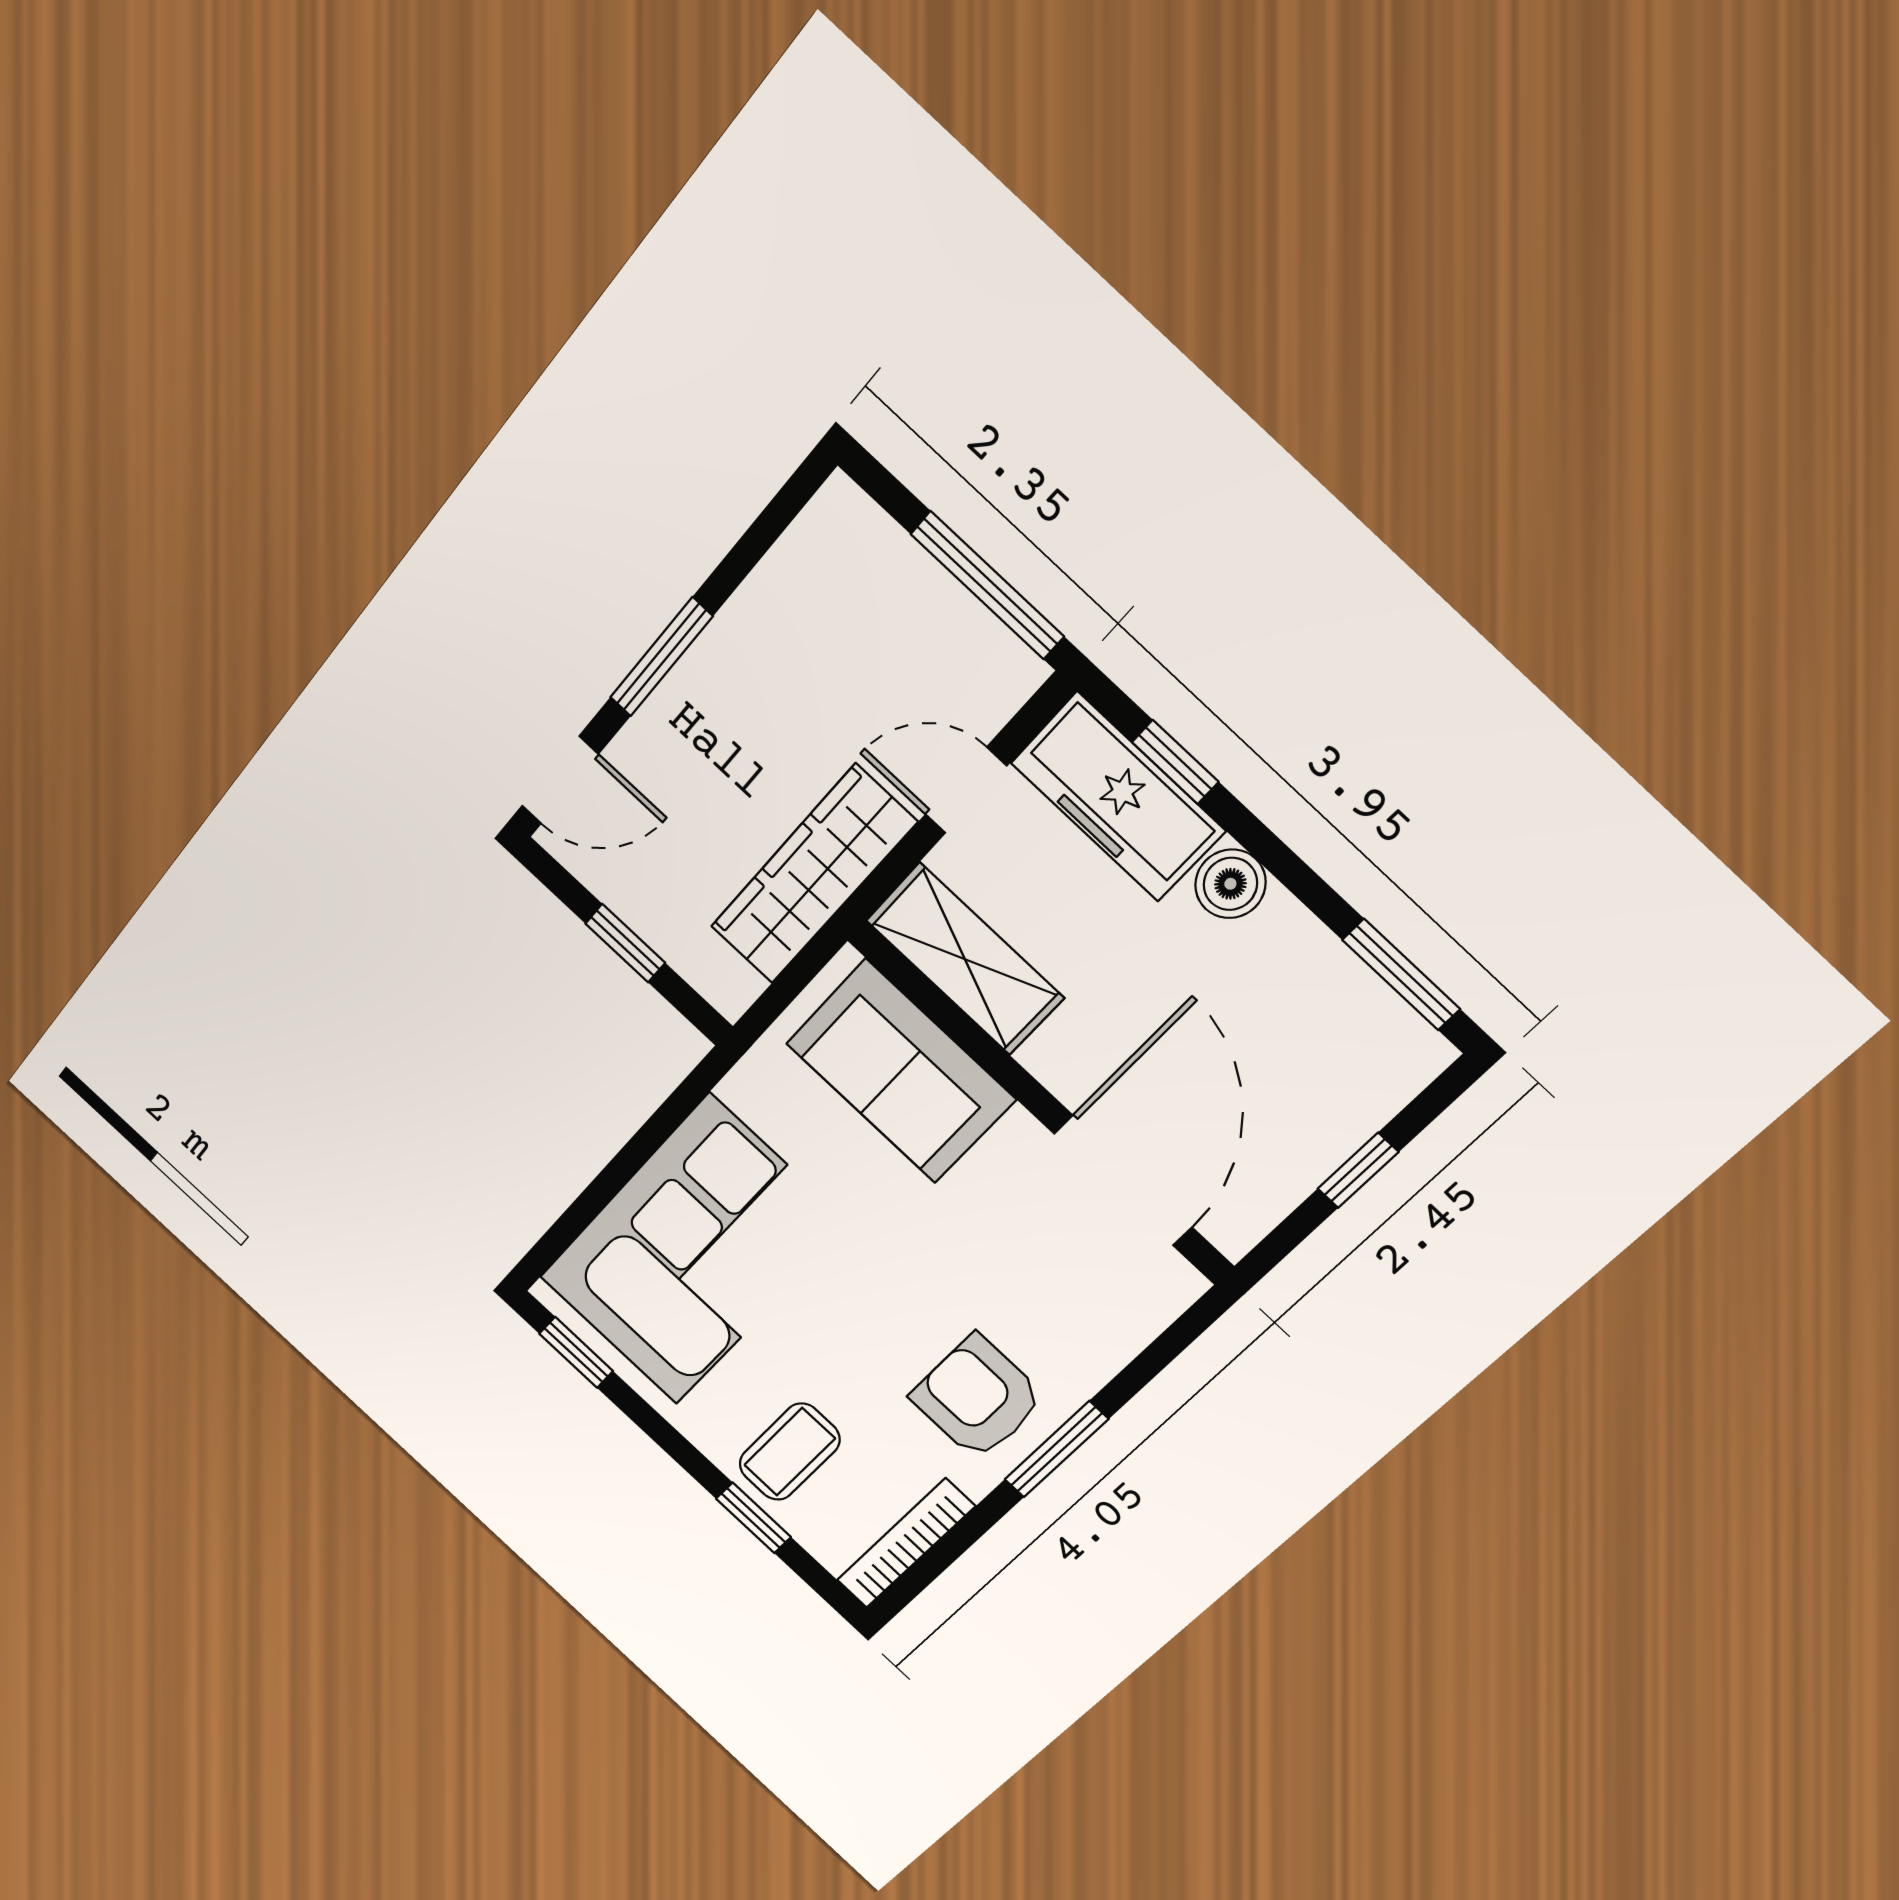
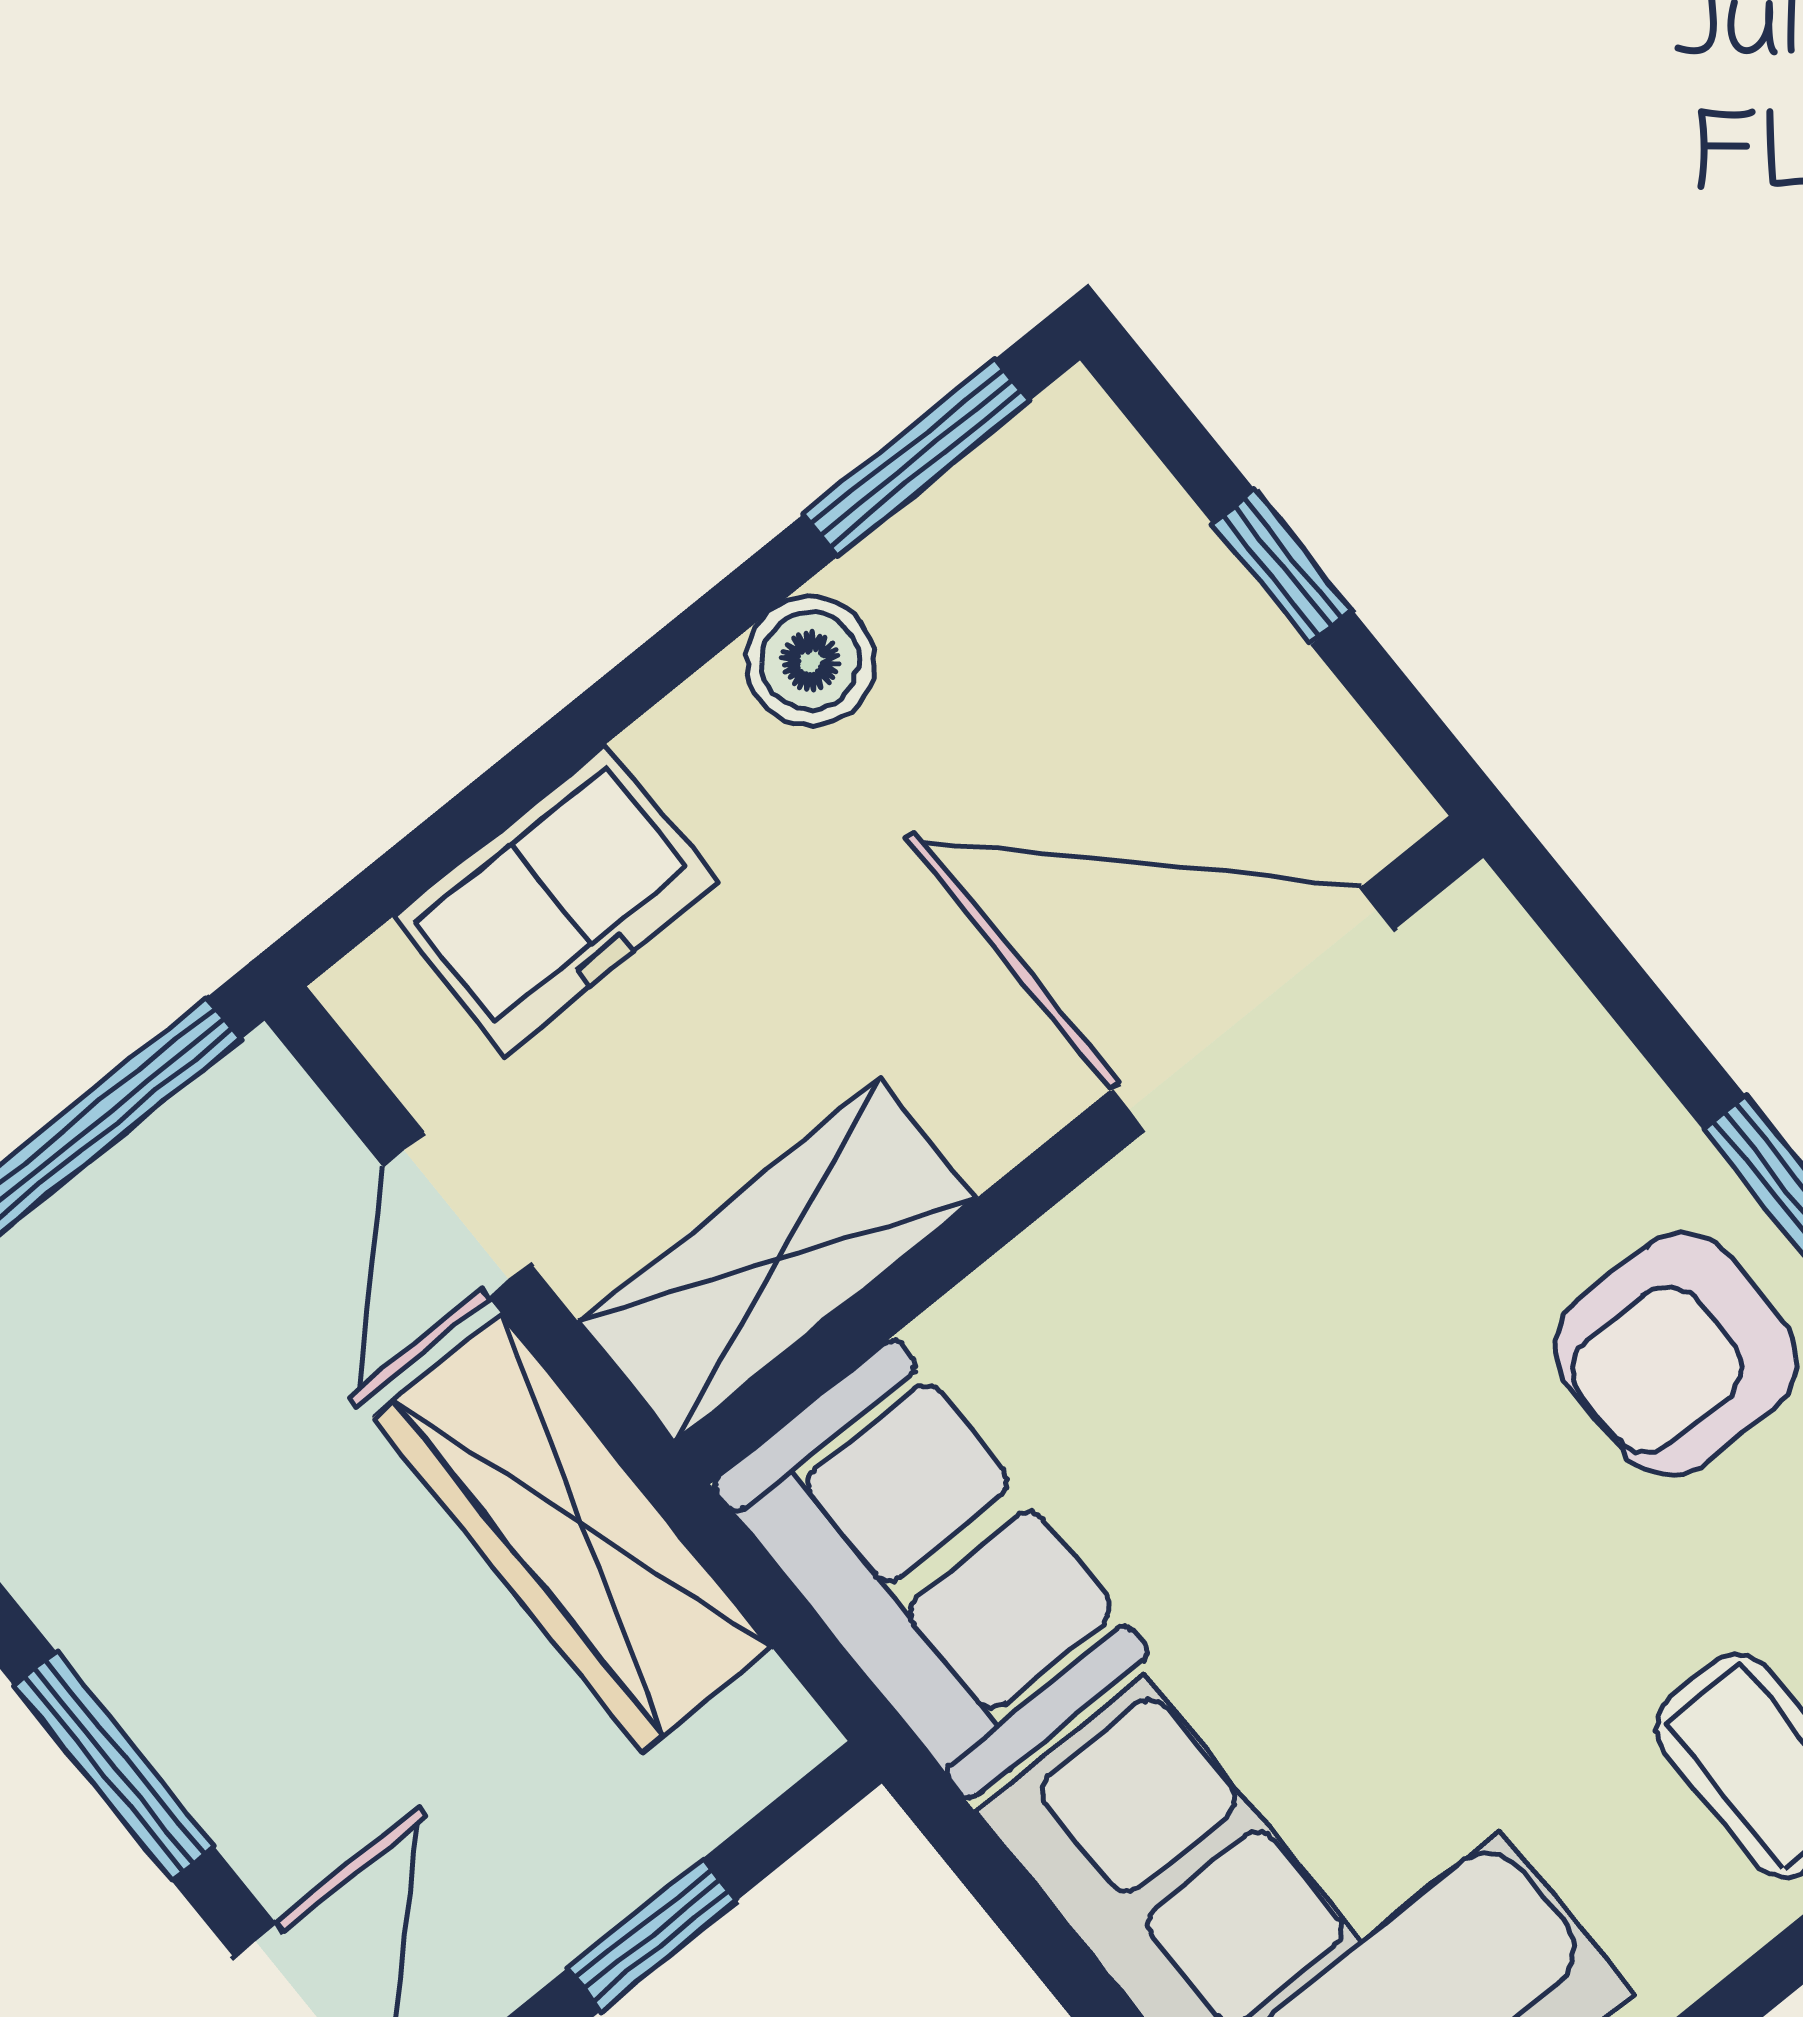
window: (1175, 762) -> (465, 823), removed
freezer: (1118, 797) -> (555, 900), width x0.71
boiler: (1230, 884) -> (810, 661), moved
sofa: (901, 1071) -> (931, 1569), moved, turned -90

